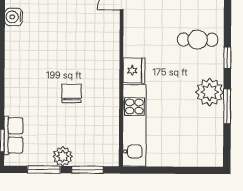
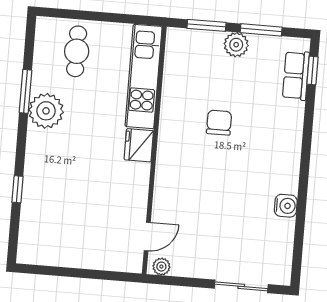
water cooler: (14, 17) -> (286, 206), moved
cafe table: (198, 40) -> (77, 51), moved, turned 90
window: (227, 58) -> (17, 189), moved
chair: (72, 93) -> (219, 123), turned 180

